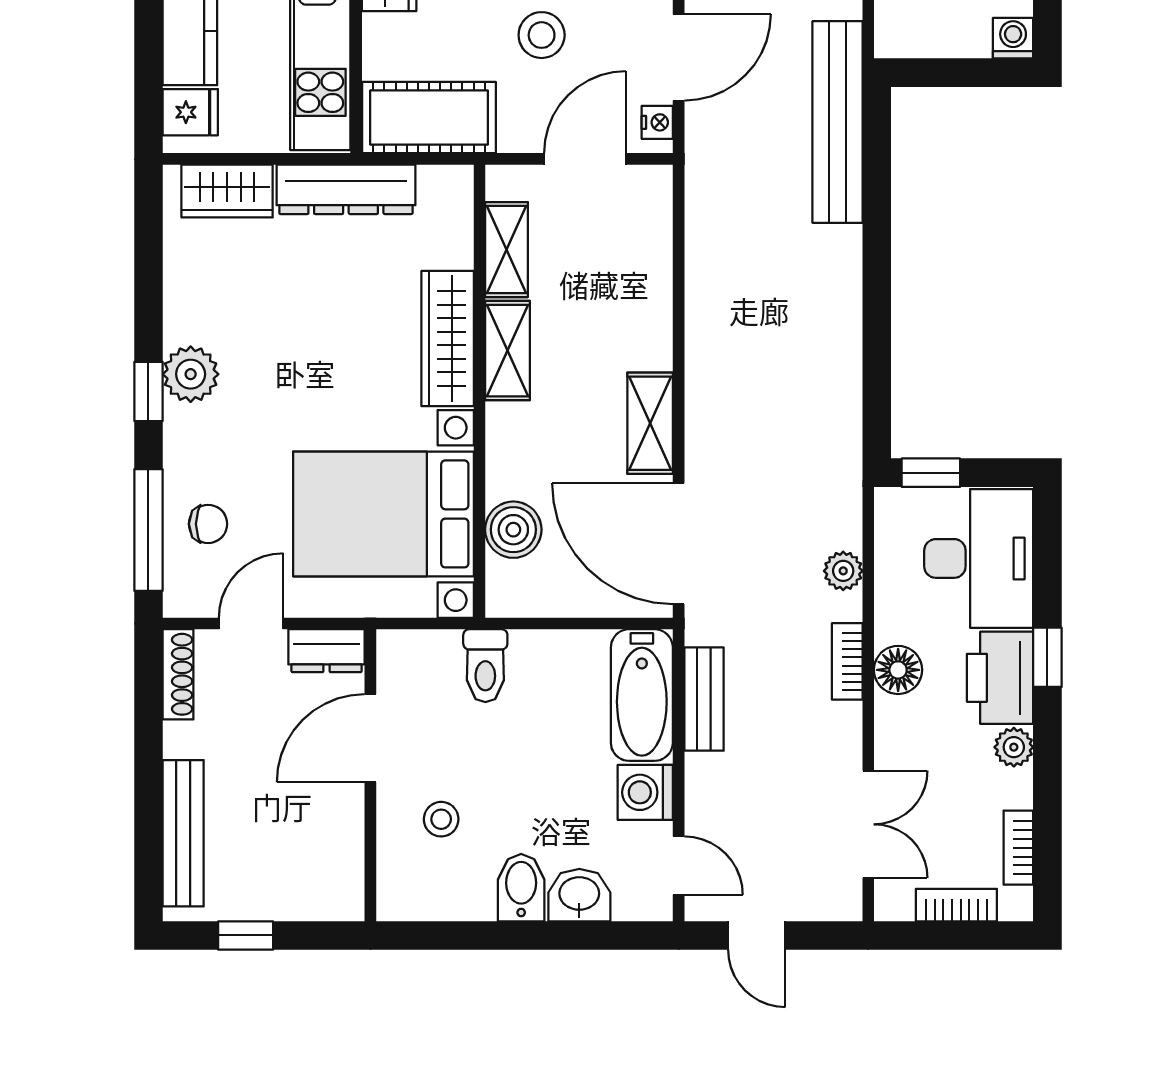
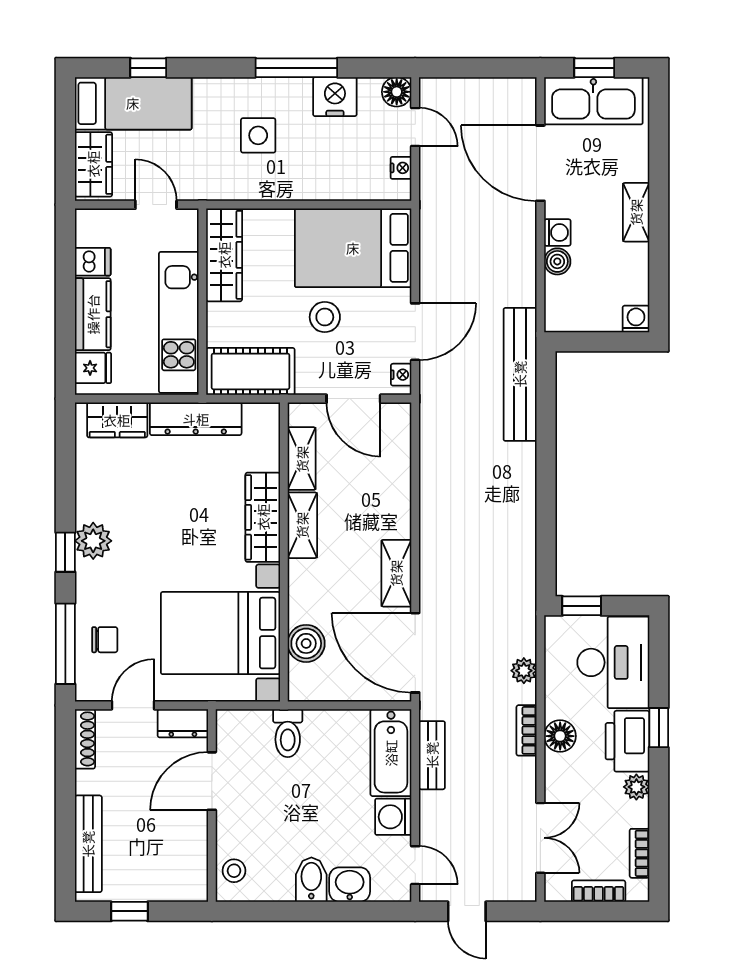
door: (585, 159) -> (353, 399), swing flipped
stool: (441, 819) -> (234, 871), moved

